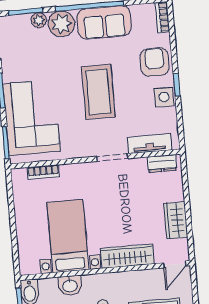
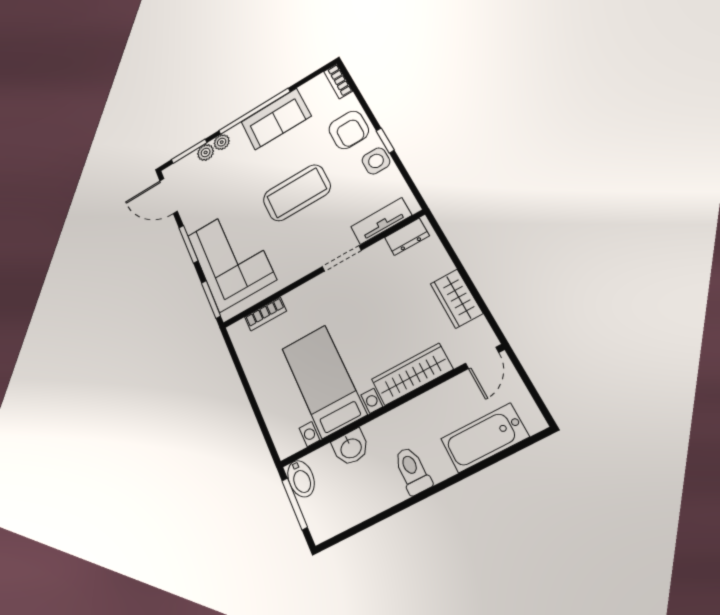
plant: (61, 24) -> (222, 142), width x0.53, depth x0.53
armchair: (155, 62) -> (349, 130), turned 180
coffee table: (98, 92) -> (297, 193), turned 90

